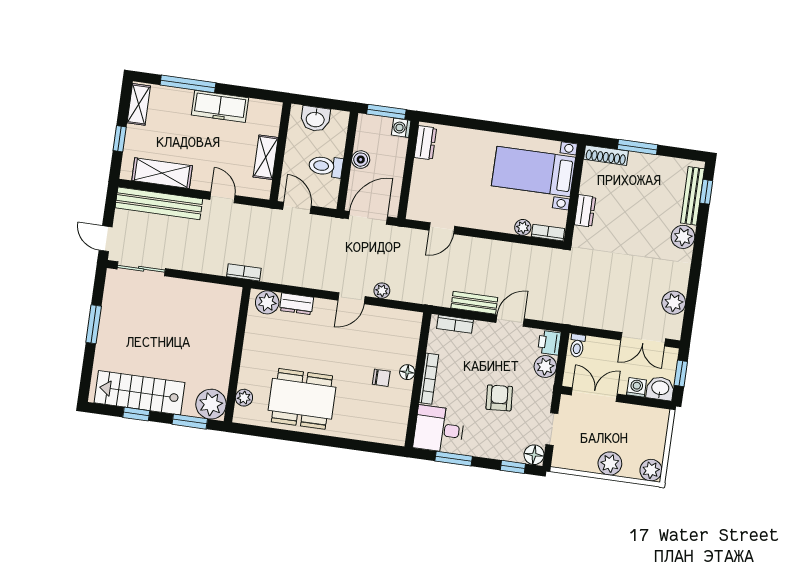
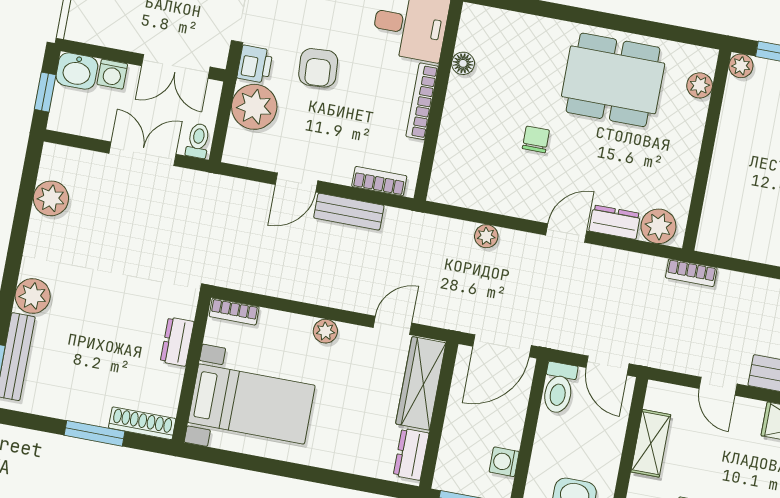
washing machine: (401, 128) -> (504, 462), moved, turned 180
boiler: (361, 160) -> (509, 433), removed
toilet: (326, 166) -> (559, 388), moved, turned 90
wardrobe: (421, 190) -> (421, 383), added
plant: (523, 227) -> (325, 331), moved
door: (352, 298) -> (566, 233), moved
double door: (643, 339) -> (143, 154), moved
printer: (549, 343) -> (255, 64), moved
plant: (545, 366) -> (254, 107), width x1.36, depth x1.36
floor lamp: (407, 372) -> (463, 63), moved
chair: (381, 378) -> (536, 139), moved, turned 90
plant: (211, 404) -> (741, 66), width x0.53, depth x0.53

